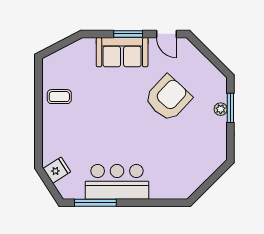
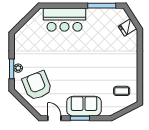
coffee table: (59, 97) -> (122, 91), moved
armchair: (168, 98) -> (37, 86), moved, turned 115
bar counter: (117, 182) -> (64, 20), moved

